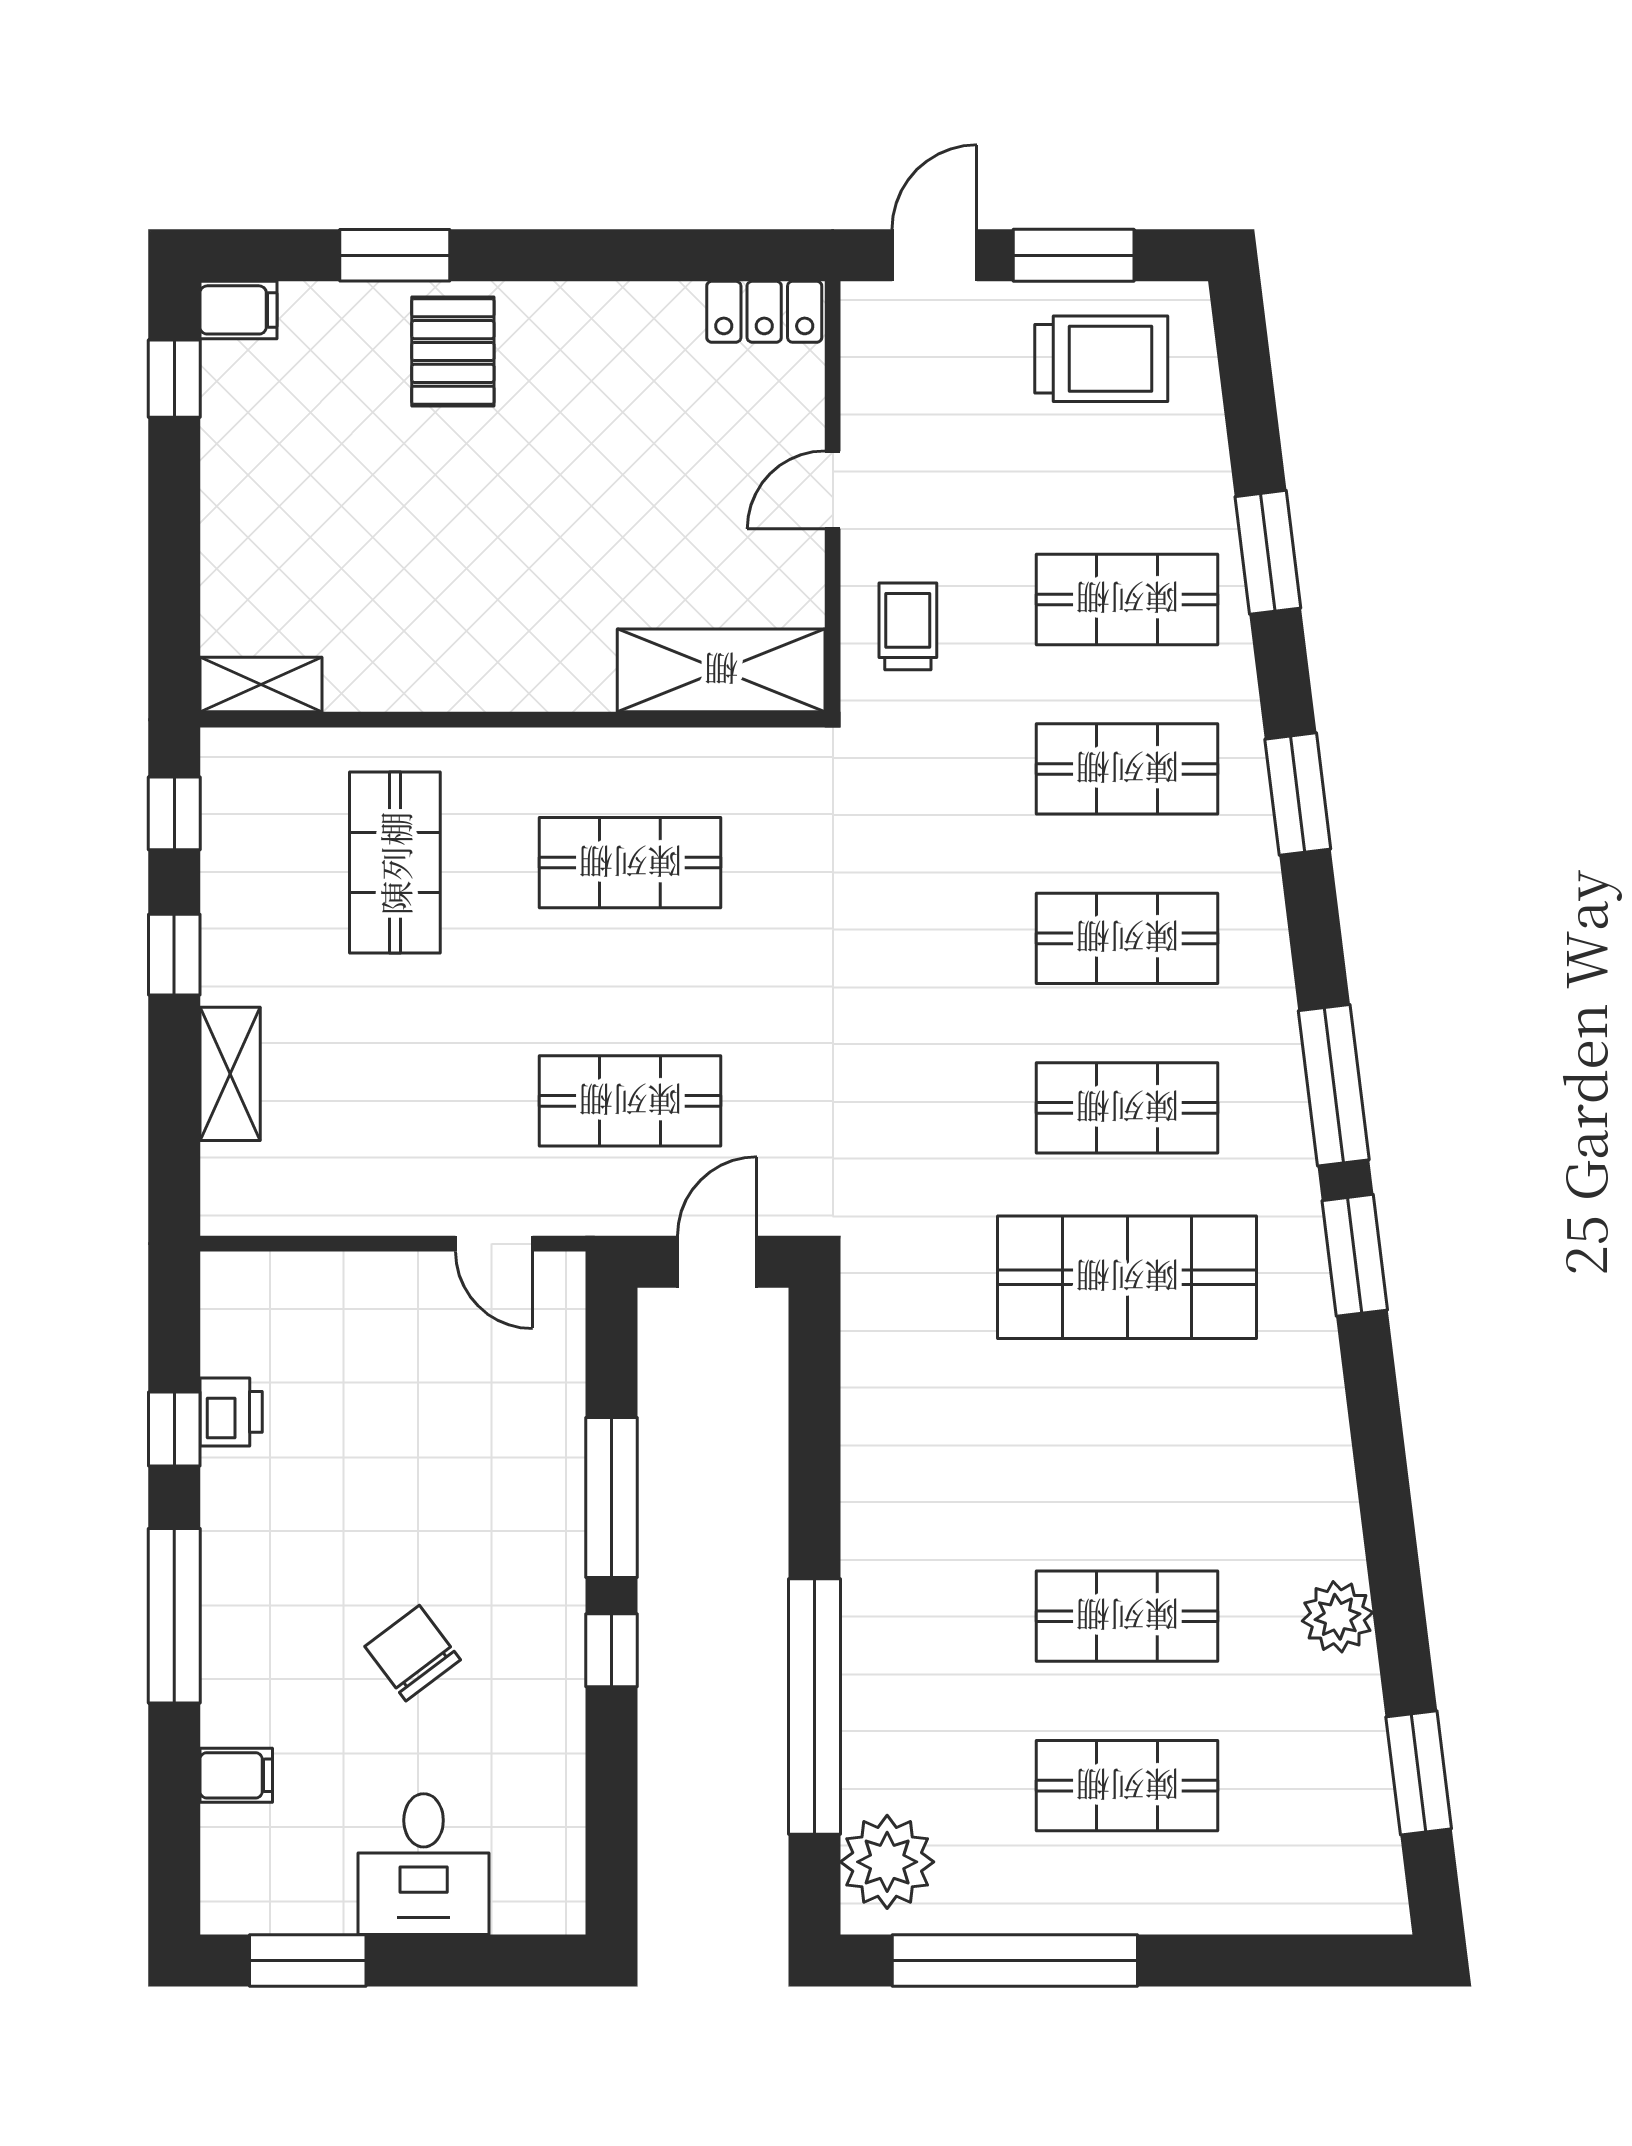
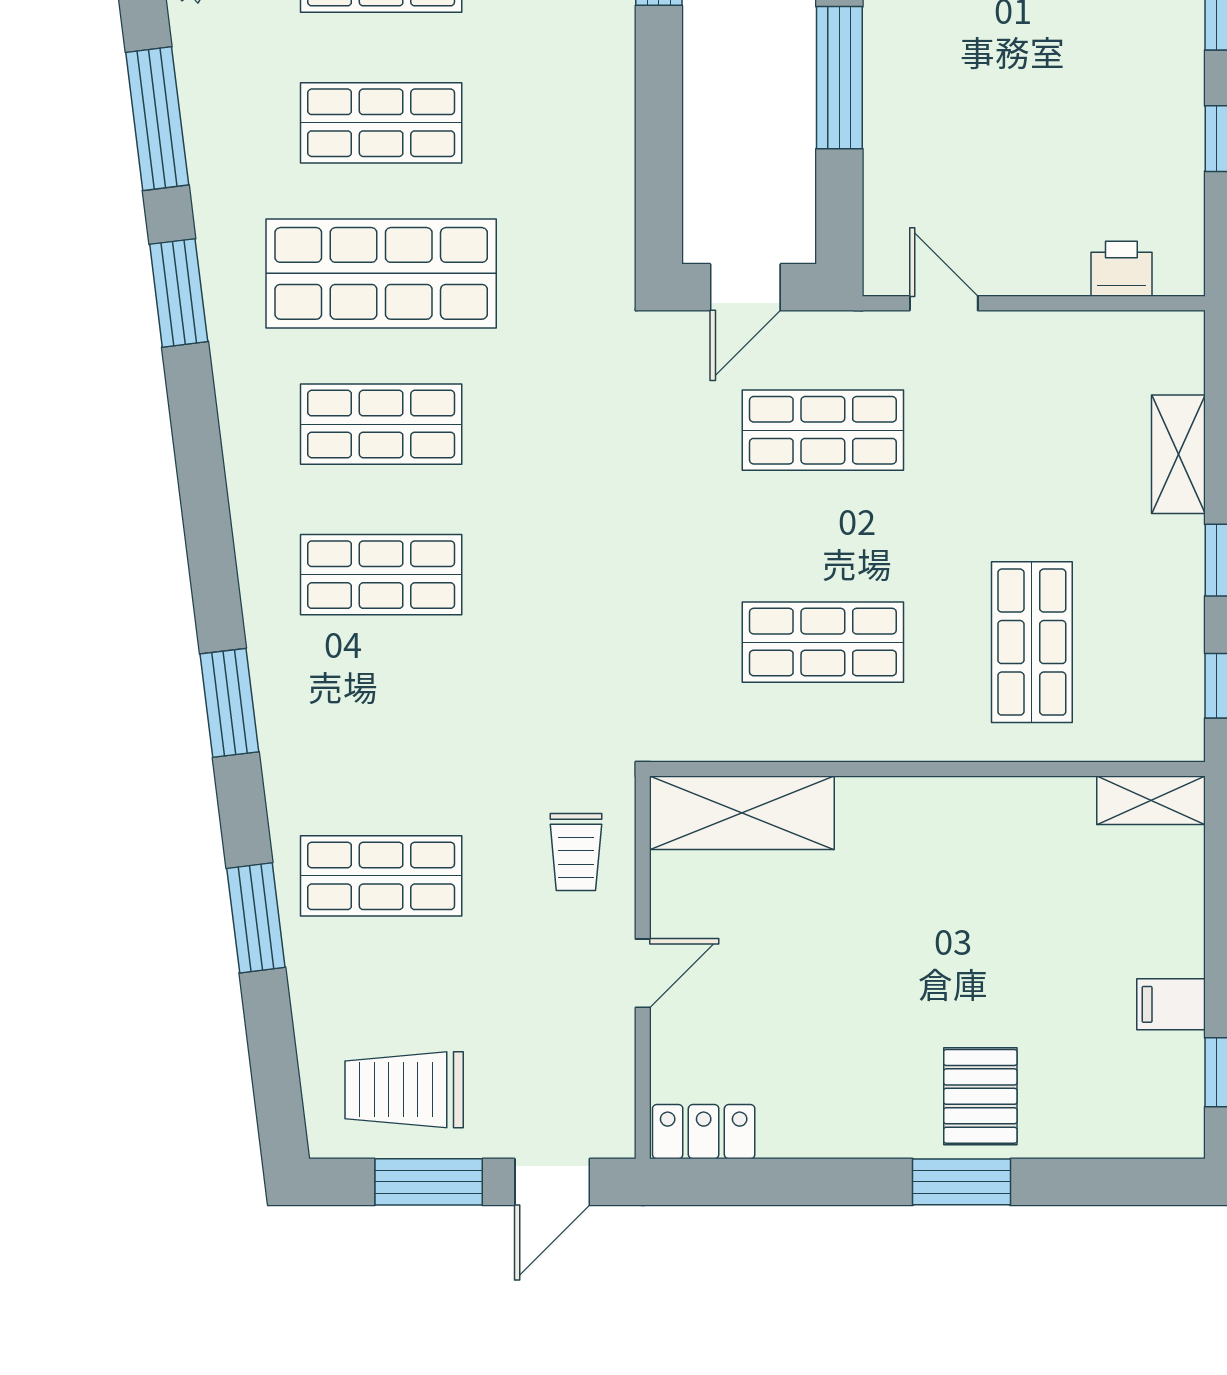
window: (395, 255) -> (961, 1182), moved
filing cabinet: (238, 310) -> (1171, 1004), moved
shop shelf: (1127, 769) -> (381, 123), moved
window: (1334, 1085) -> (157, 119), moved
printer: (231, 1412) -> (1121, 269), moved, turned 90

